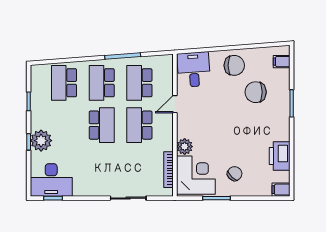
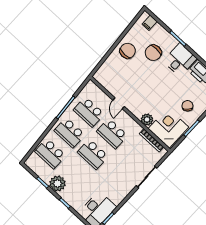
desk: (194, 70) -> (180, 60), moved, turned 94
school desk: (102, 125) -> (93, 154), turned 180
plant: (41, 141) -> (57, 184), moved

